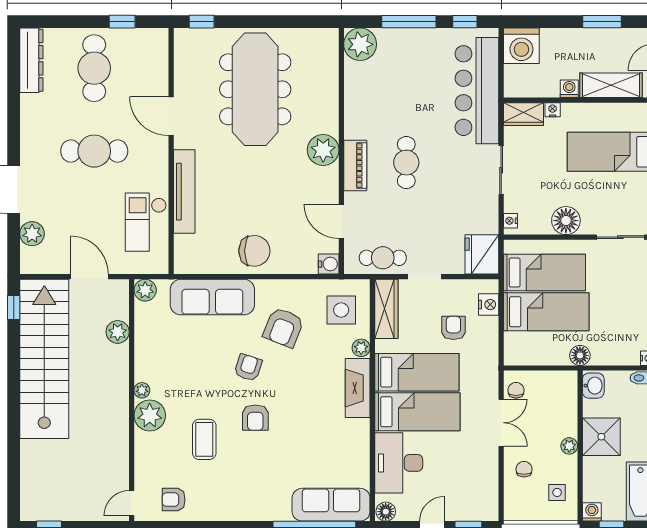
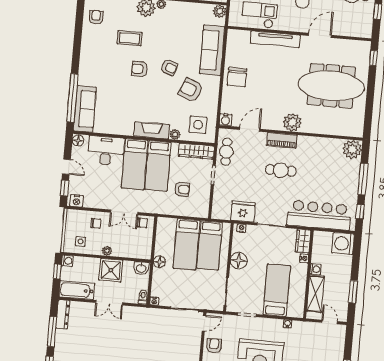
fridge: (482, 254) -> (243, 211), moved
nightstand: (489, 305) -> (77, 201), moved

